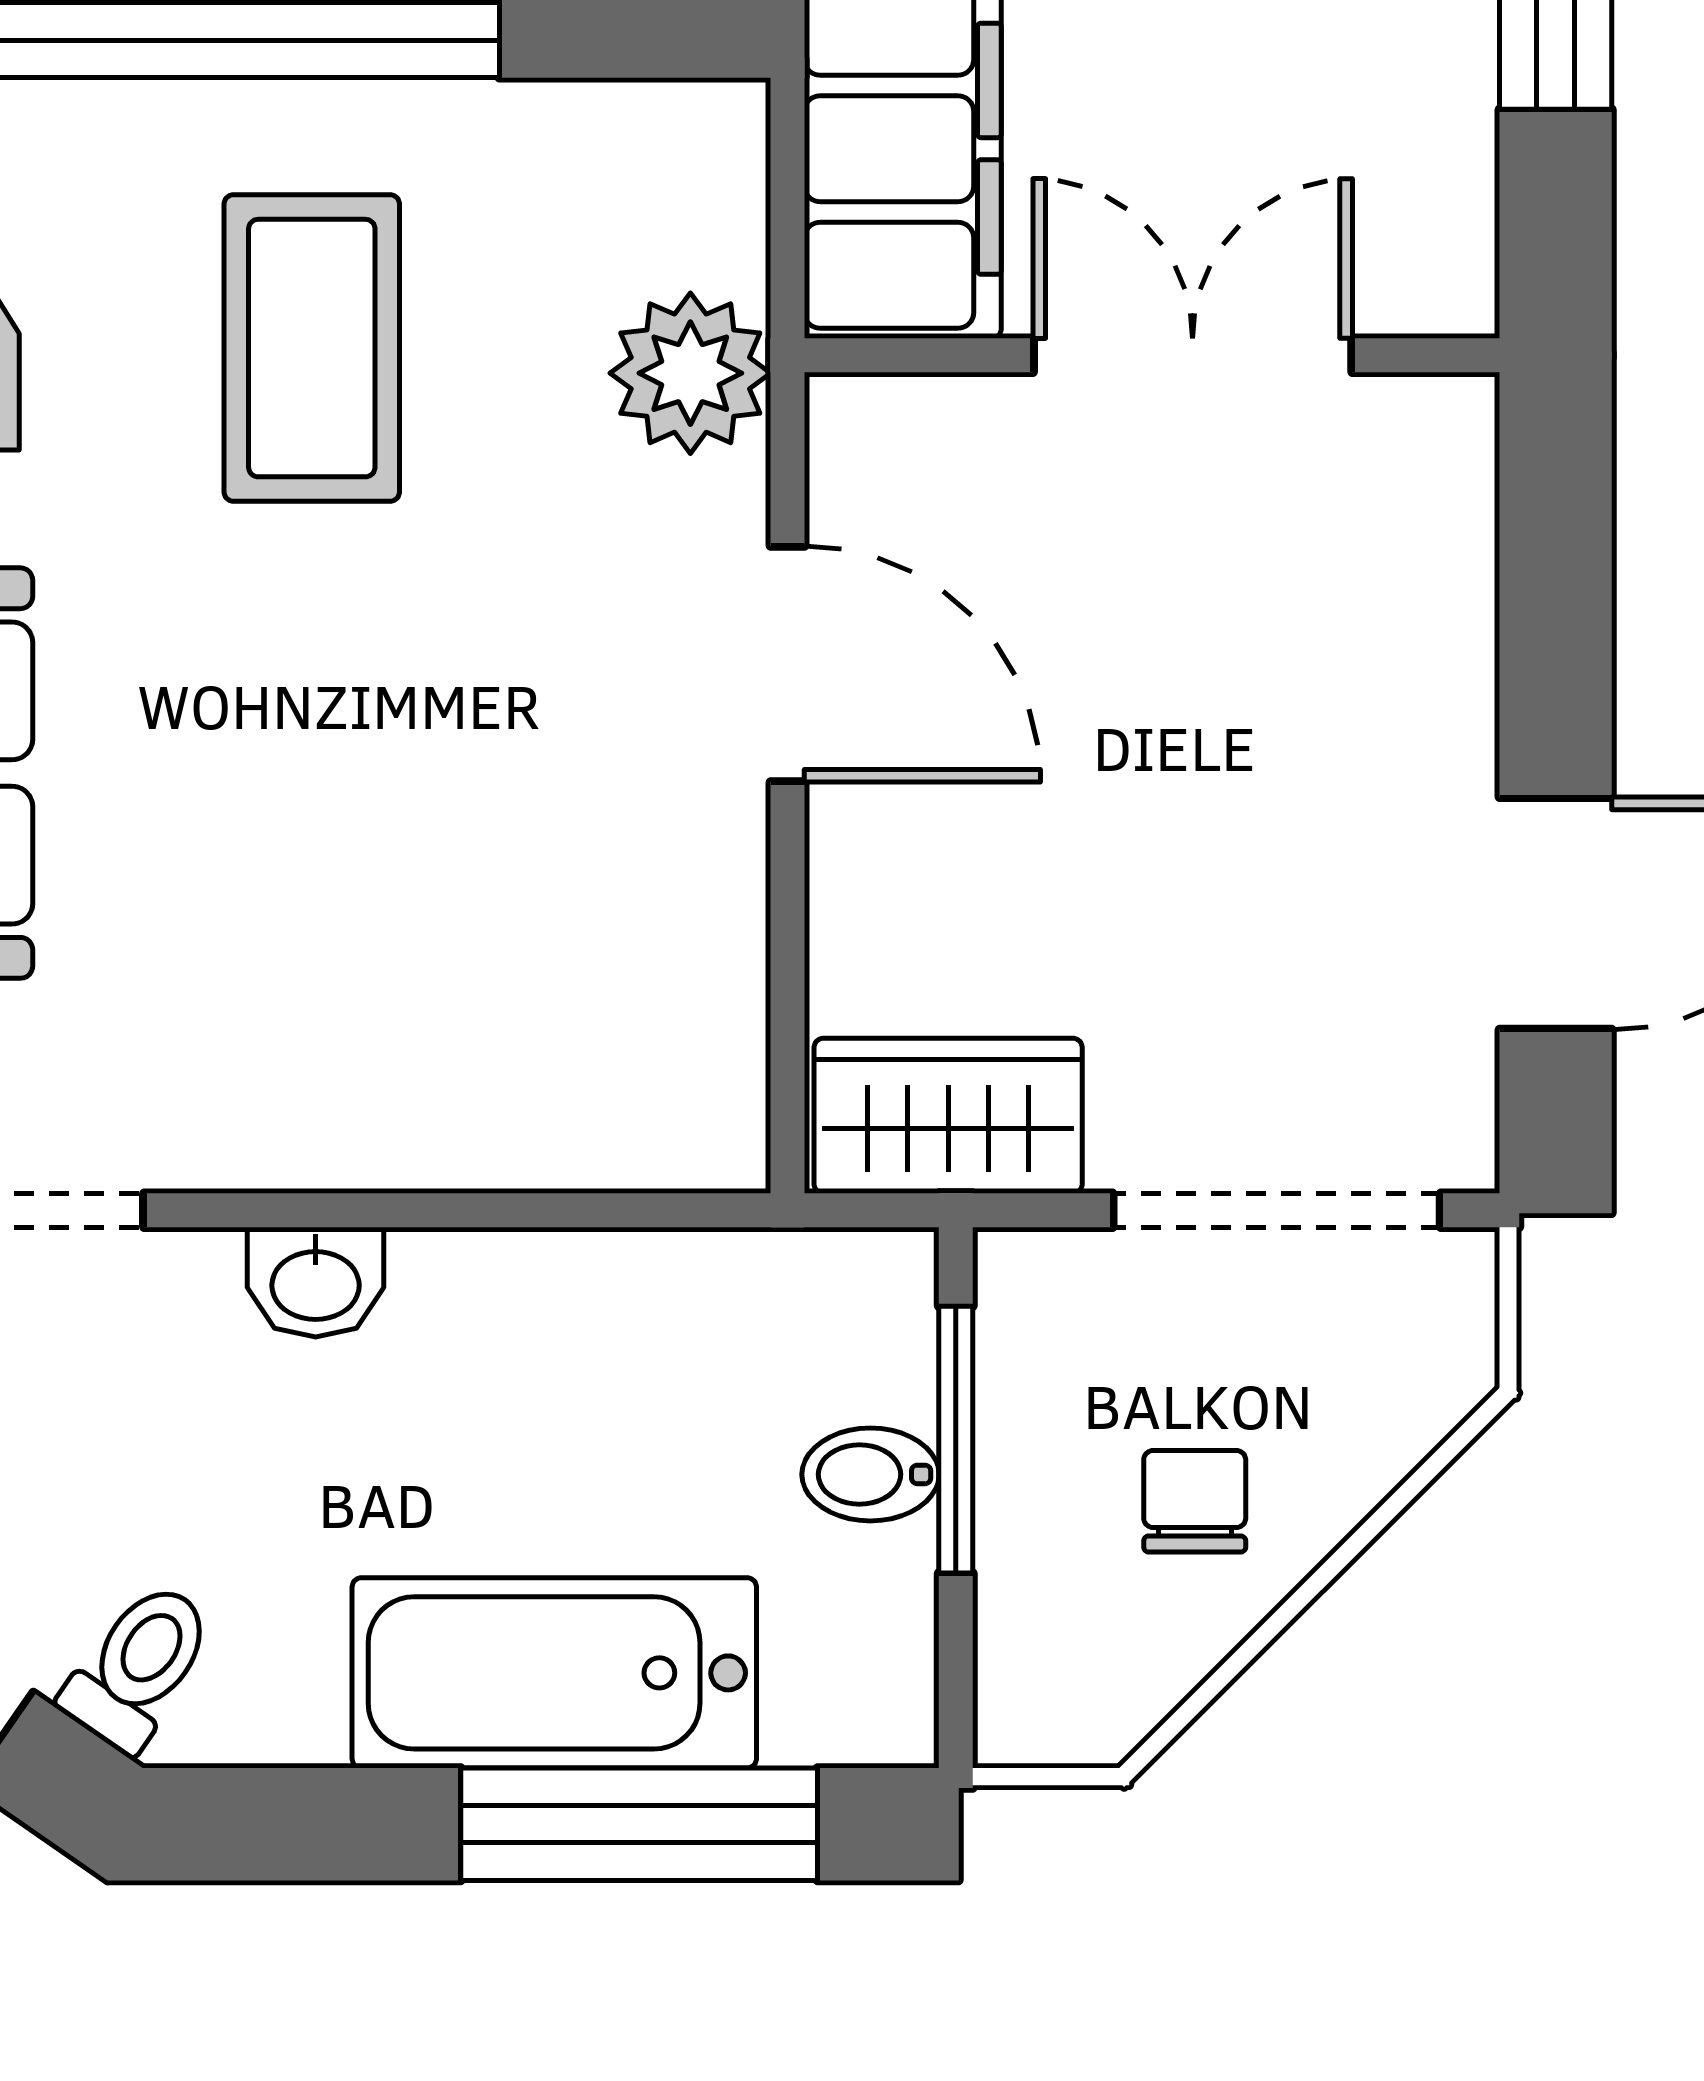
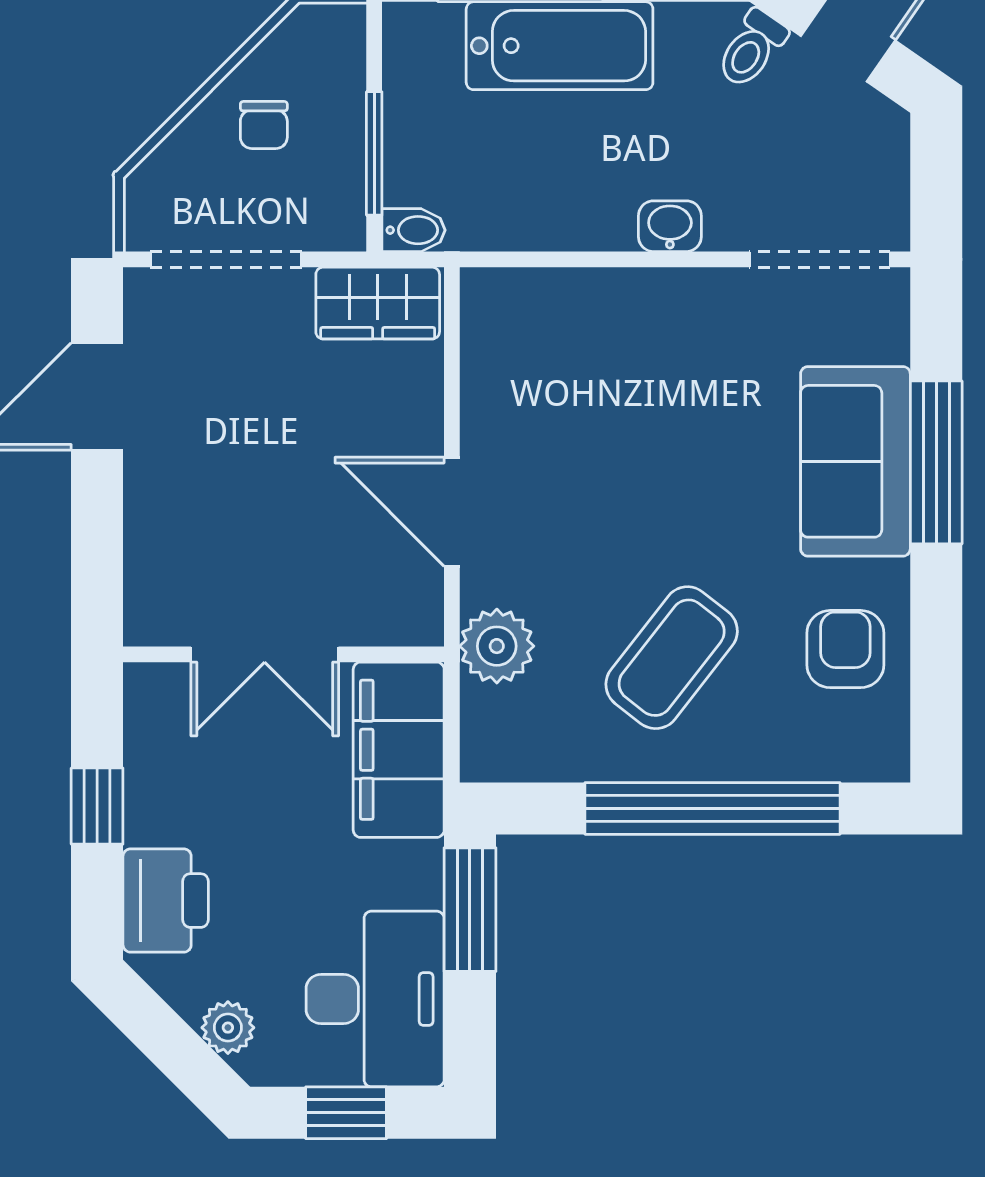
coffee table: (312, 348) -> (672, 658), turned 38
bidet: (870, 1474) -> (414, 230), moved

